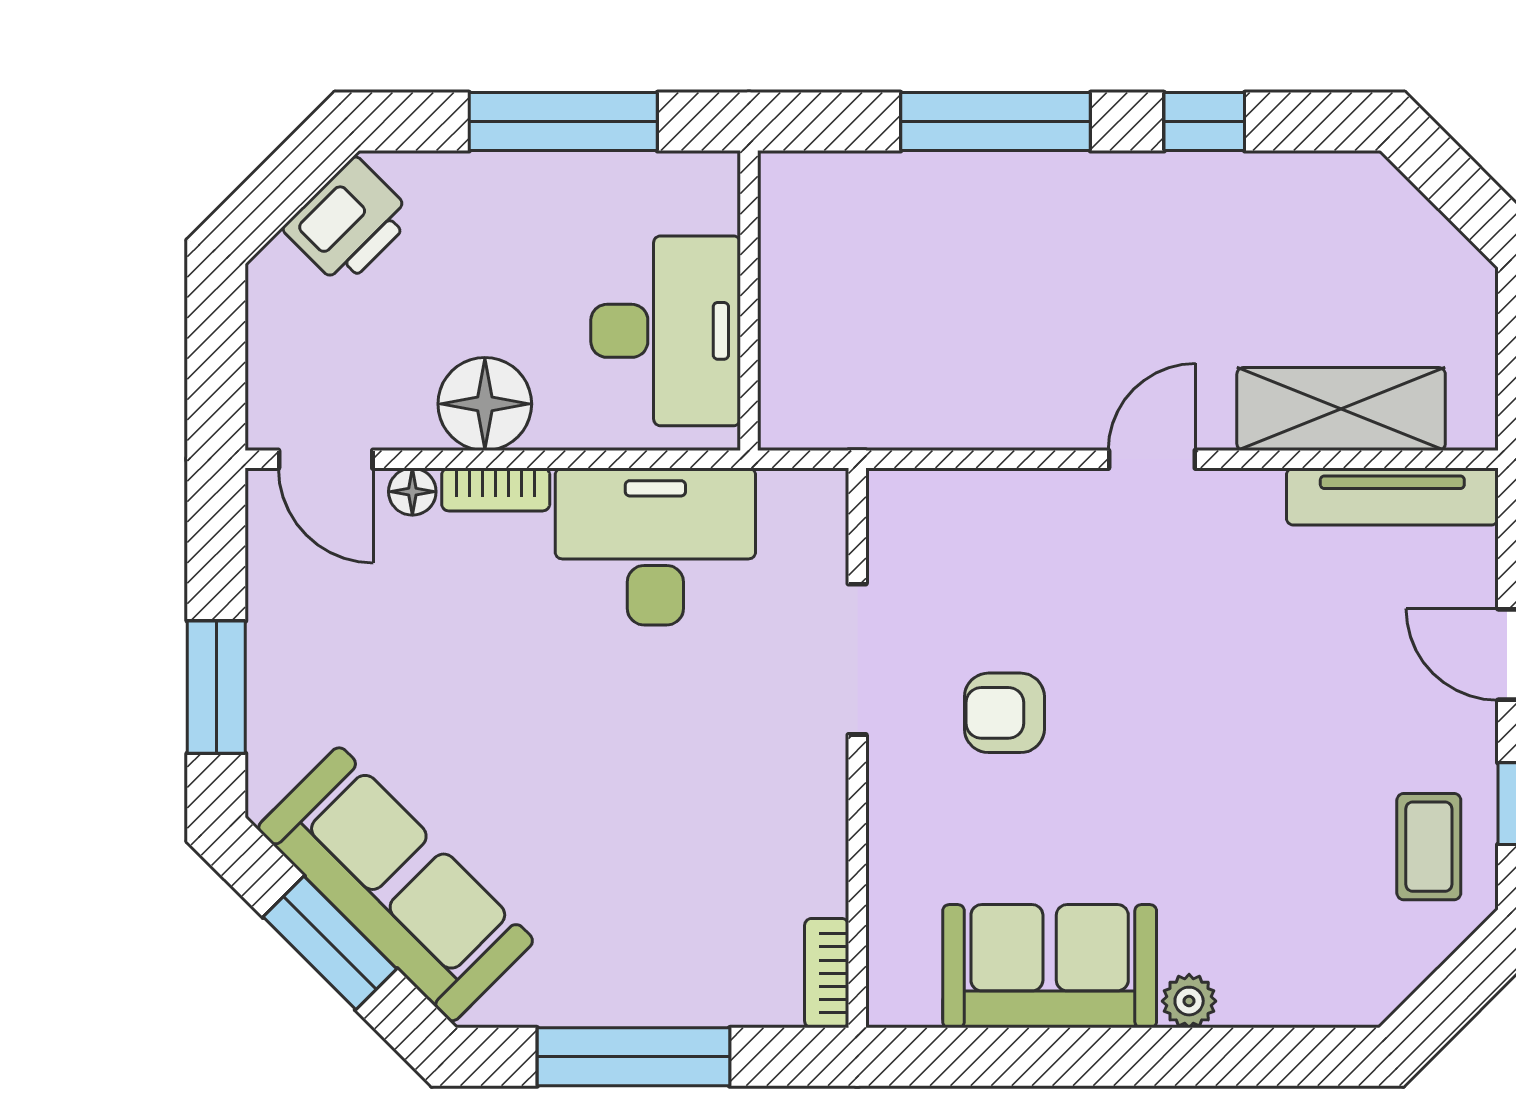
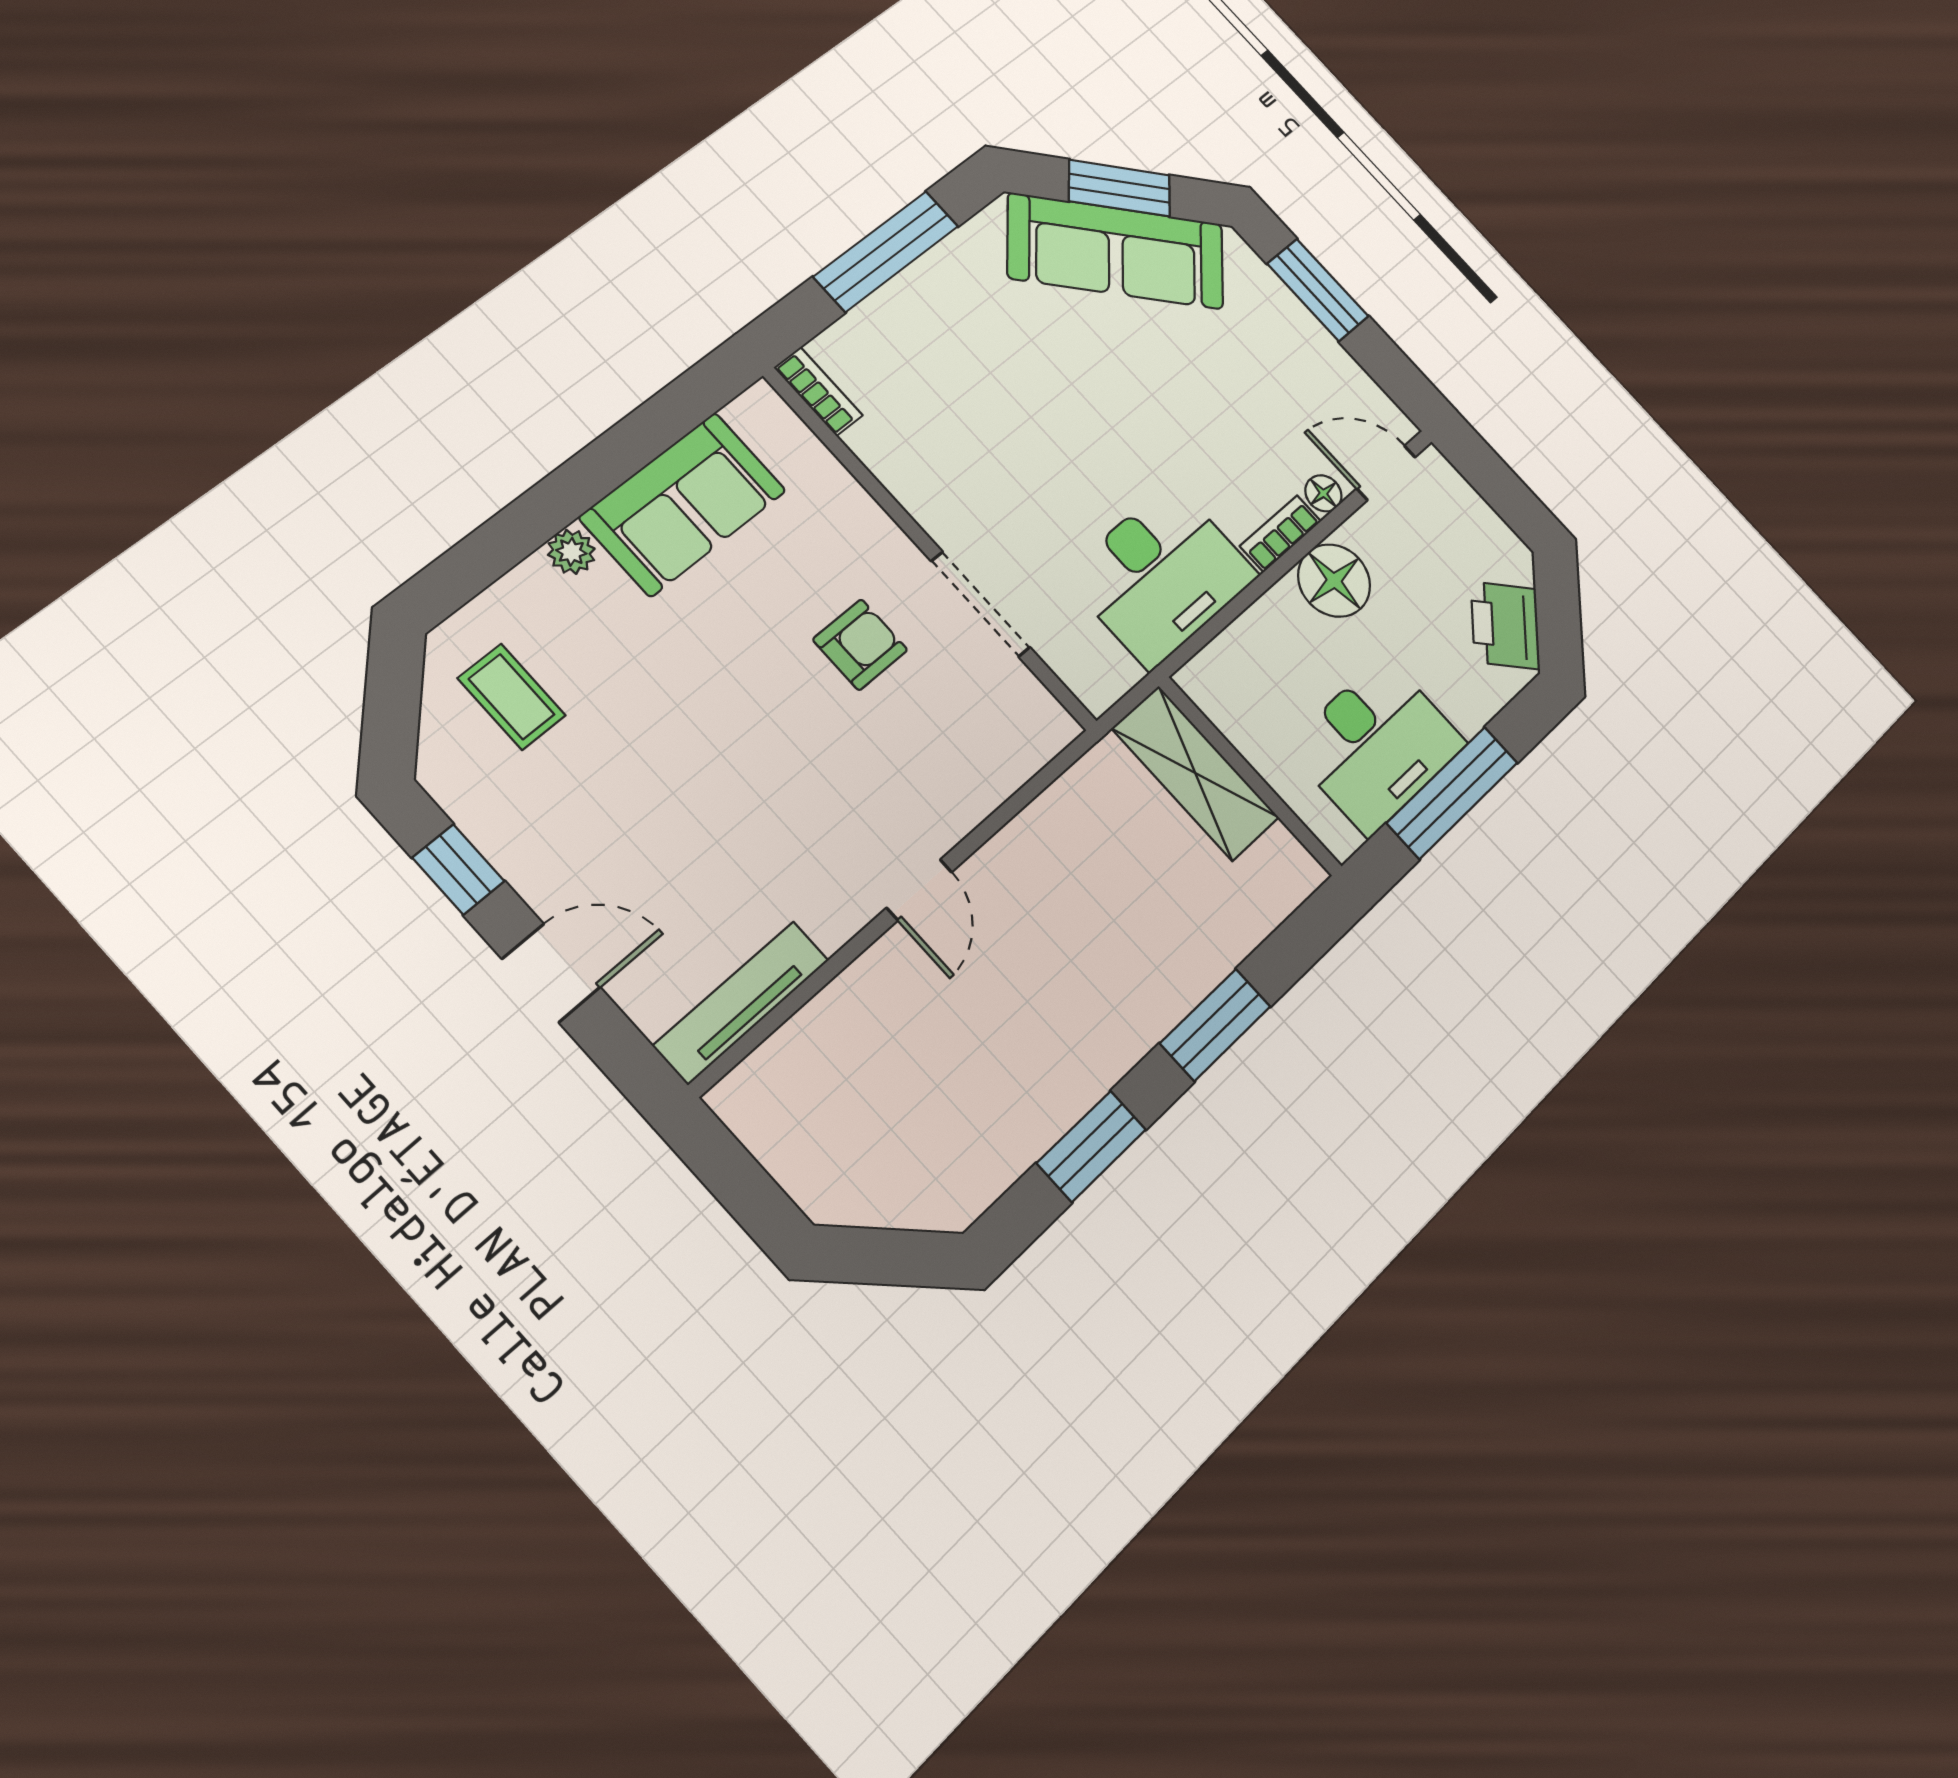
window: (995, 122) -> (1215, 1025), width x0.69
window: (1204, 122) -> (1091, 1146), width x1.50
desk: (666, 331) -> (1376, 745), moved, turned -90
shelving: (1341, 409) -> (1195, 773), moved, turned 90
coffee table: (1429, 847) -> (512, 697), moved

